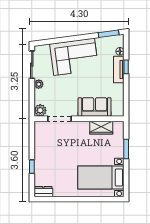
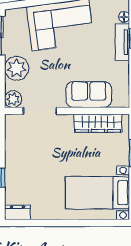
plant: (39, 84) -> (17, 68), width x1.87, depth x1.87
wardrobe: (101, 128) -> (98, 123), width x1.50

